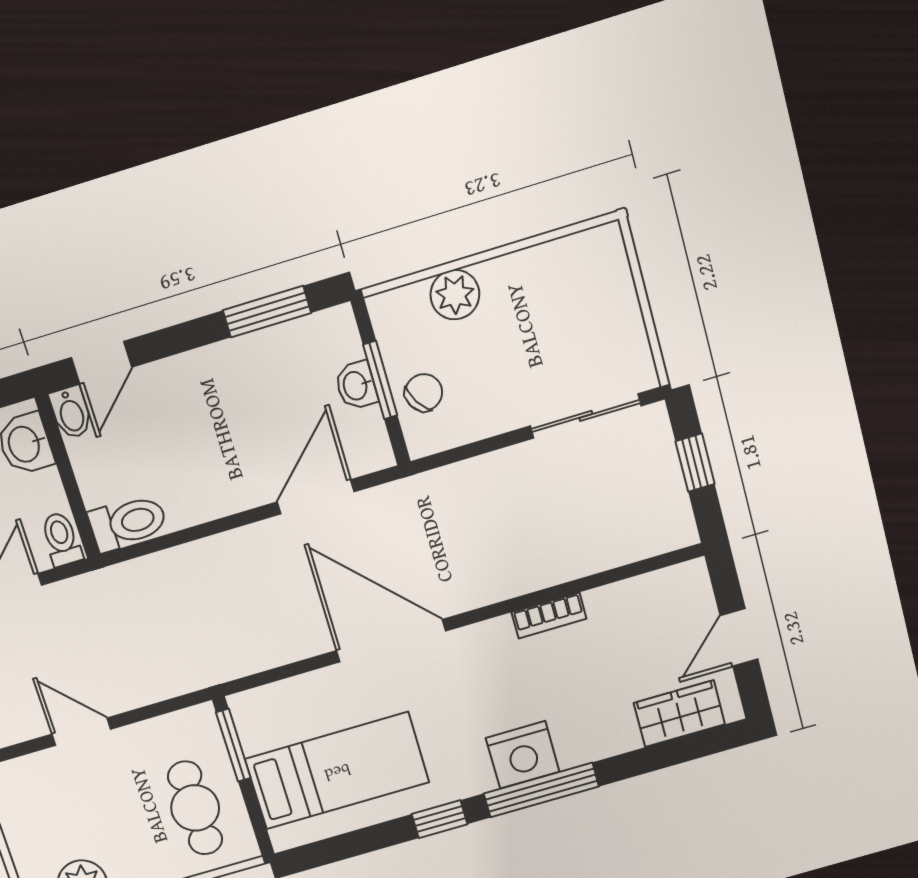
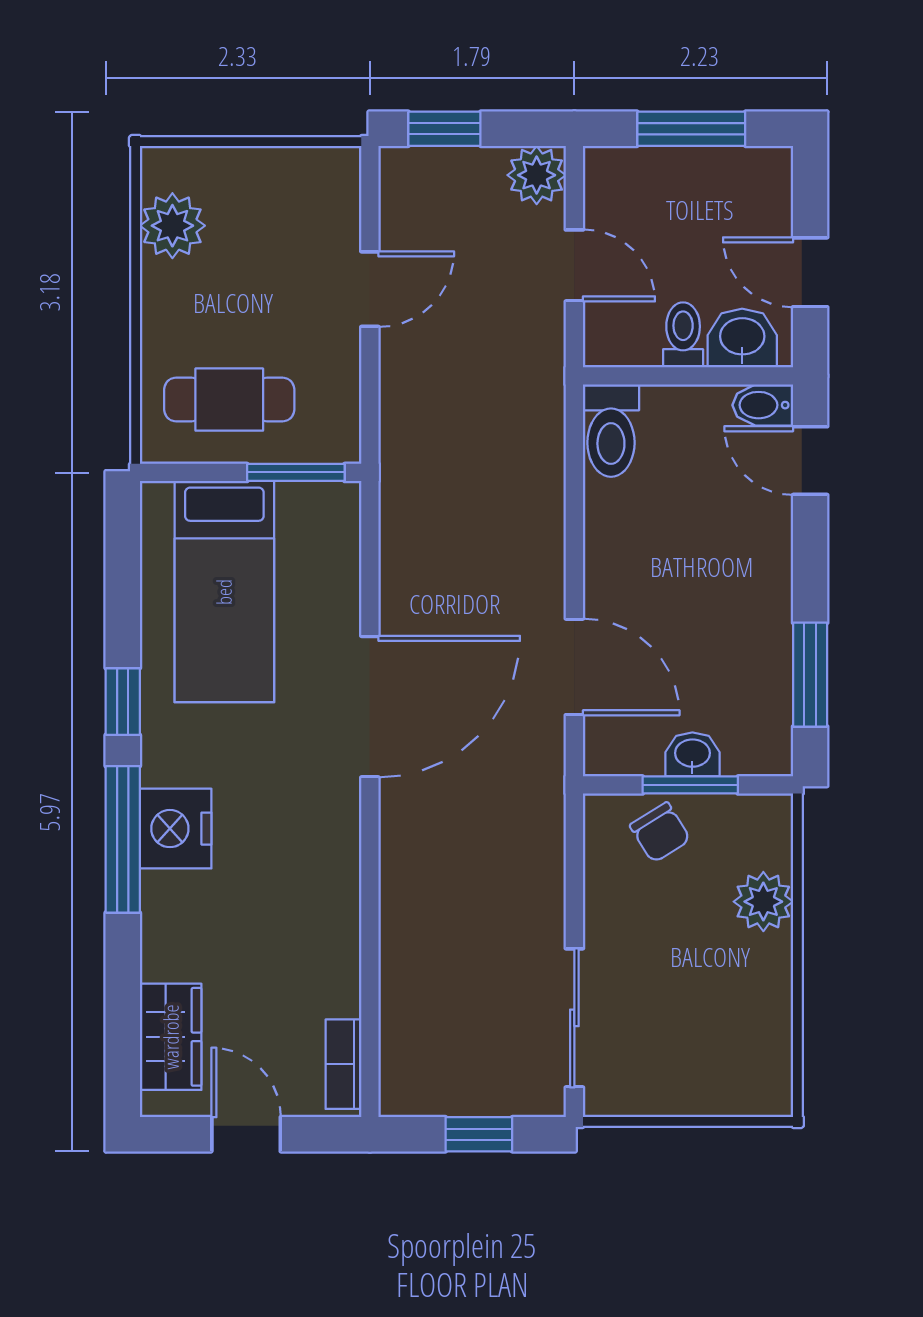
toilet: (61, 539) -> (683, 335), moved, turned -90
bookcase: (549, 616) -> (343, 1064), moved

